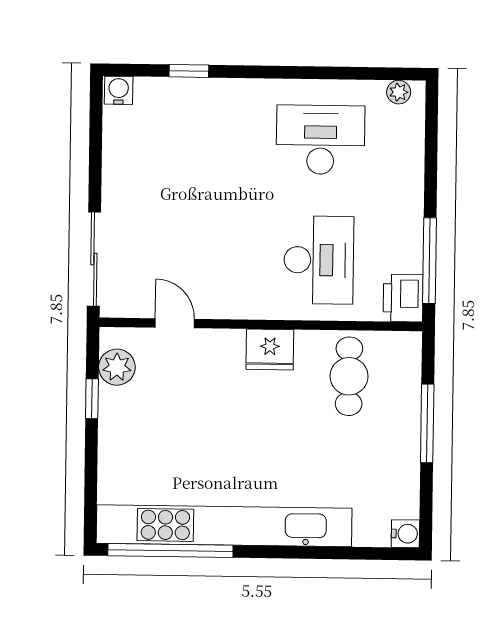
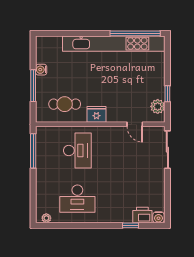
desk: (319, 260) -> (77, 150), turned 180
printer: (403, 298) -> (142, 215), moved, turned -90
cafe table: (349, 376) -> (65, 104), turned 90
water cooler: (405, 534) -> (41, 70), moved

